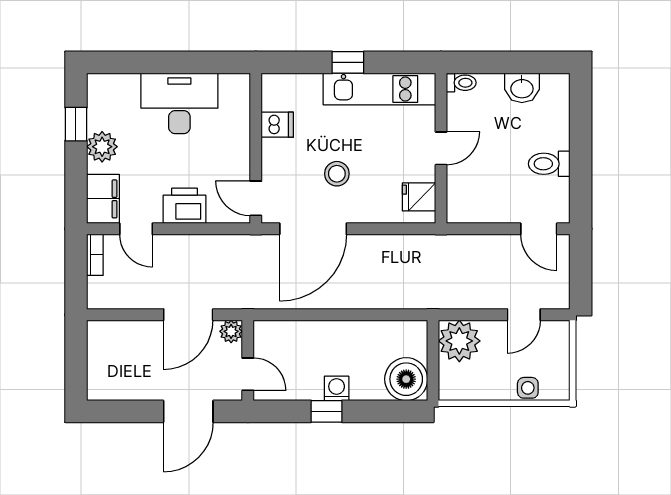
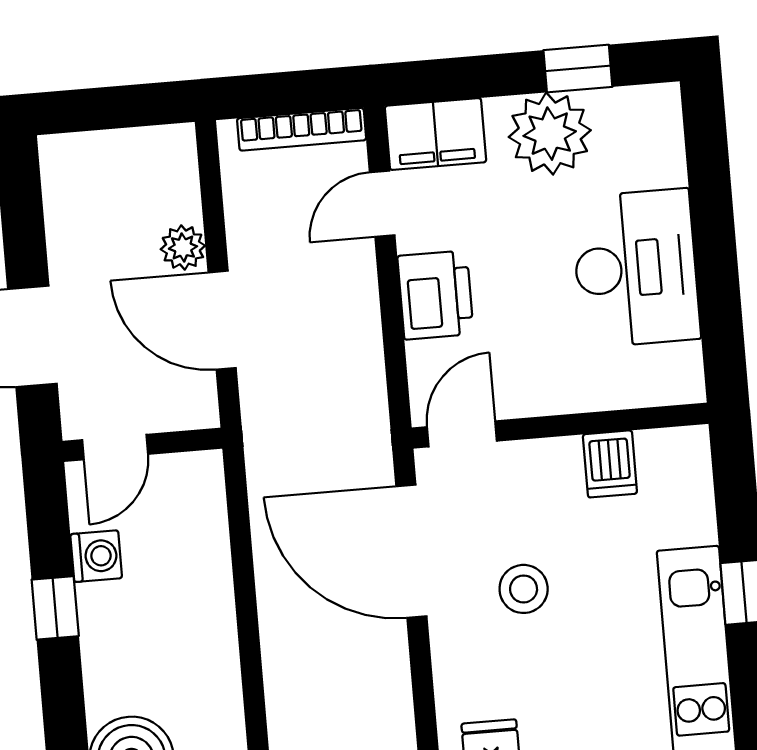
plant: (102, 147) -> (550, 134), width x1.36, depth x1.36
bookcase: (95, 255) -> (302, 129), width x1.56
plant: (231, 331) -> (183, 247), moved
washing machine: (337, 388) -> (96, 556), moved

